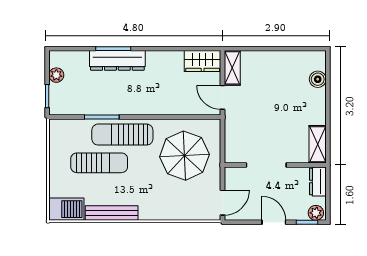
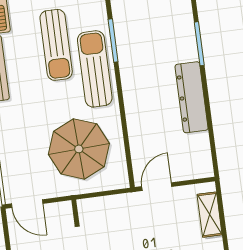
dresser: (117, 60) -> (192, 97), moved
wardrobe: (203, 61) -> (198, 156), removed
shelving: (232, 68) -> (210, 215), moved, turned 90

